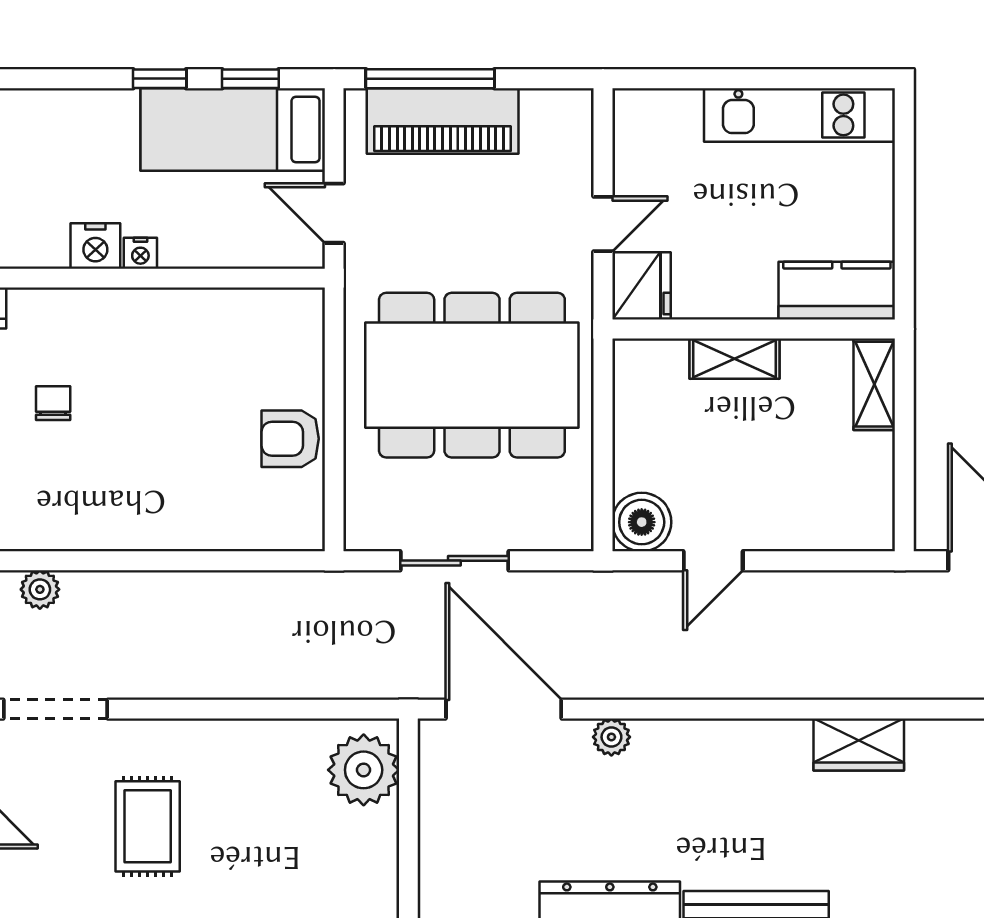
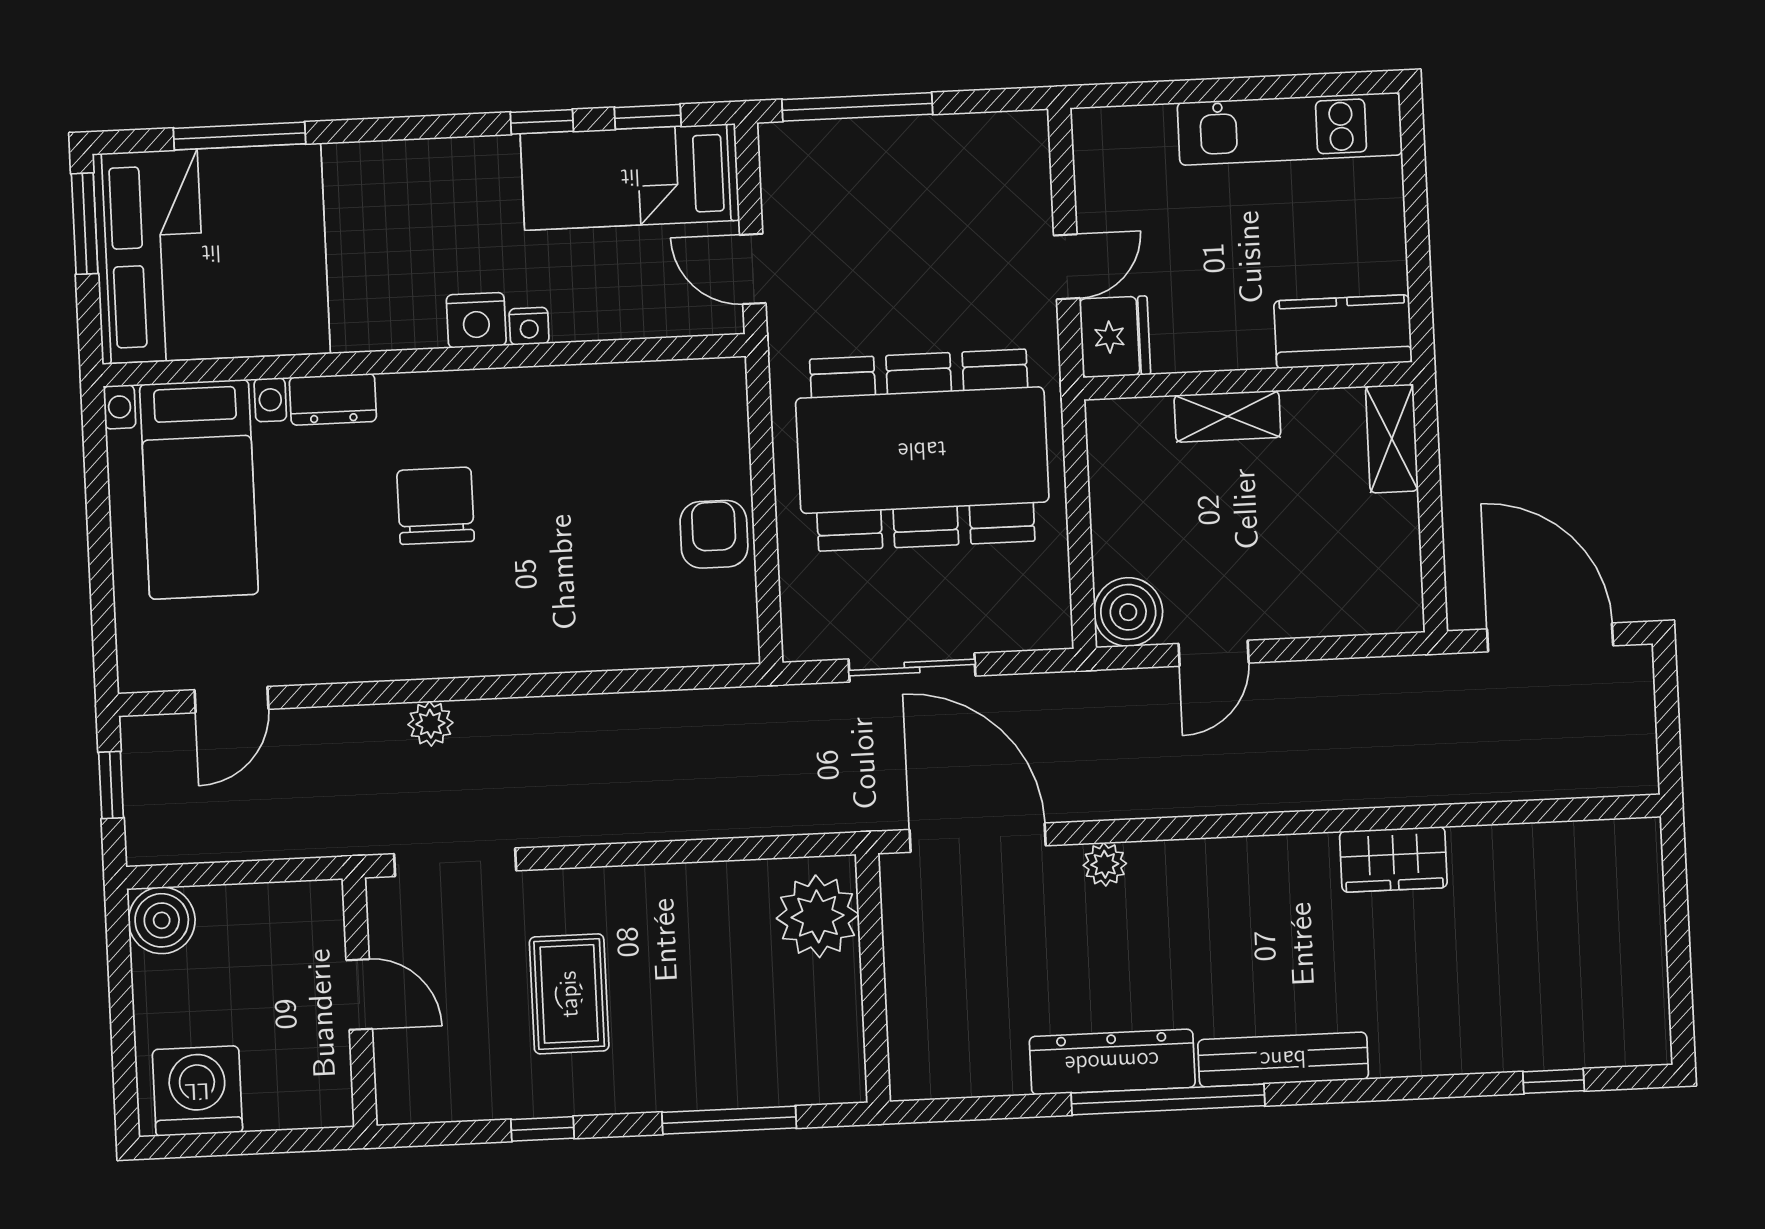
piano: (443, 121) -> (874, 155), removed
chair: (53, 403) -> (436, 506), width x1.87, depth x1.87
armchair: (290, 439) -> (714, 534), turned 90

